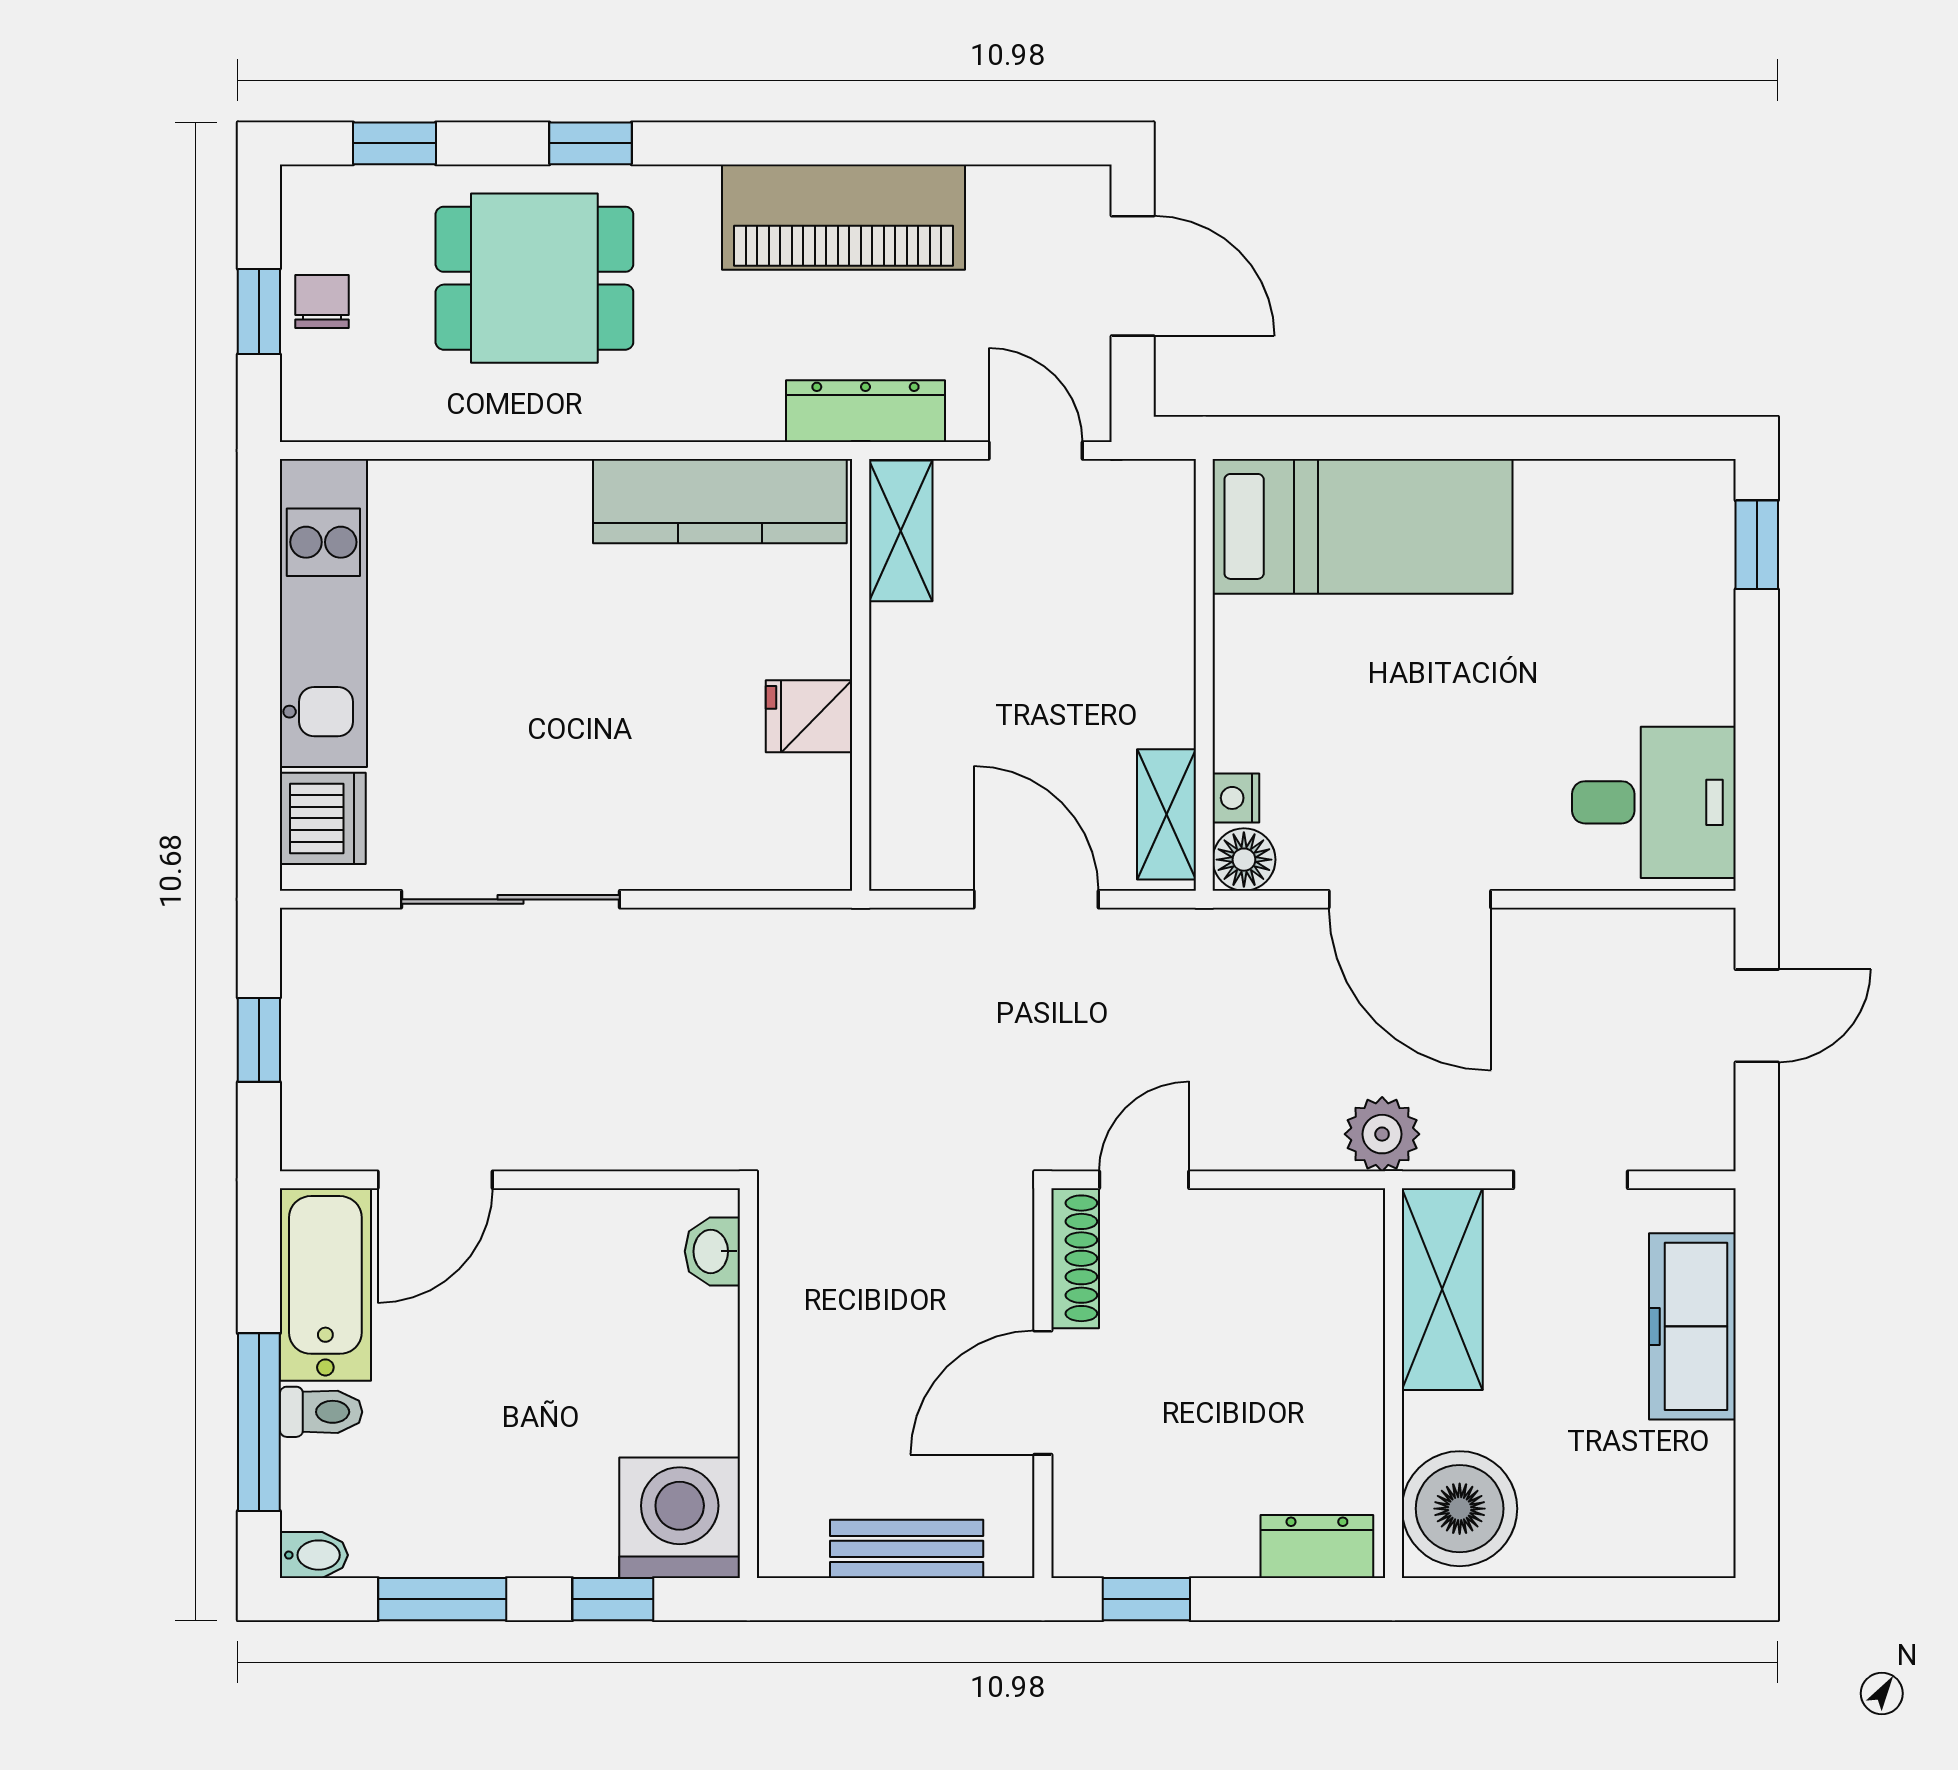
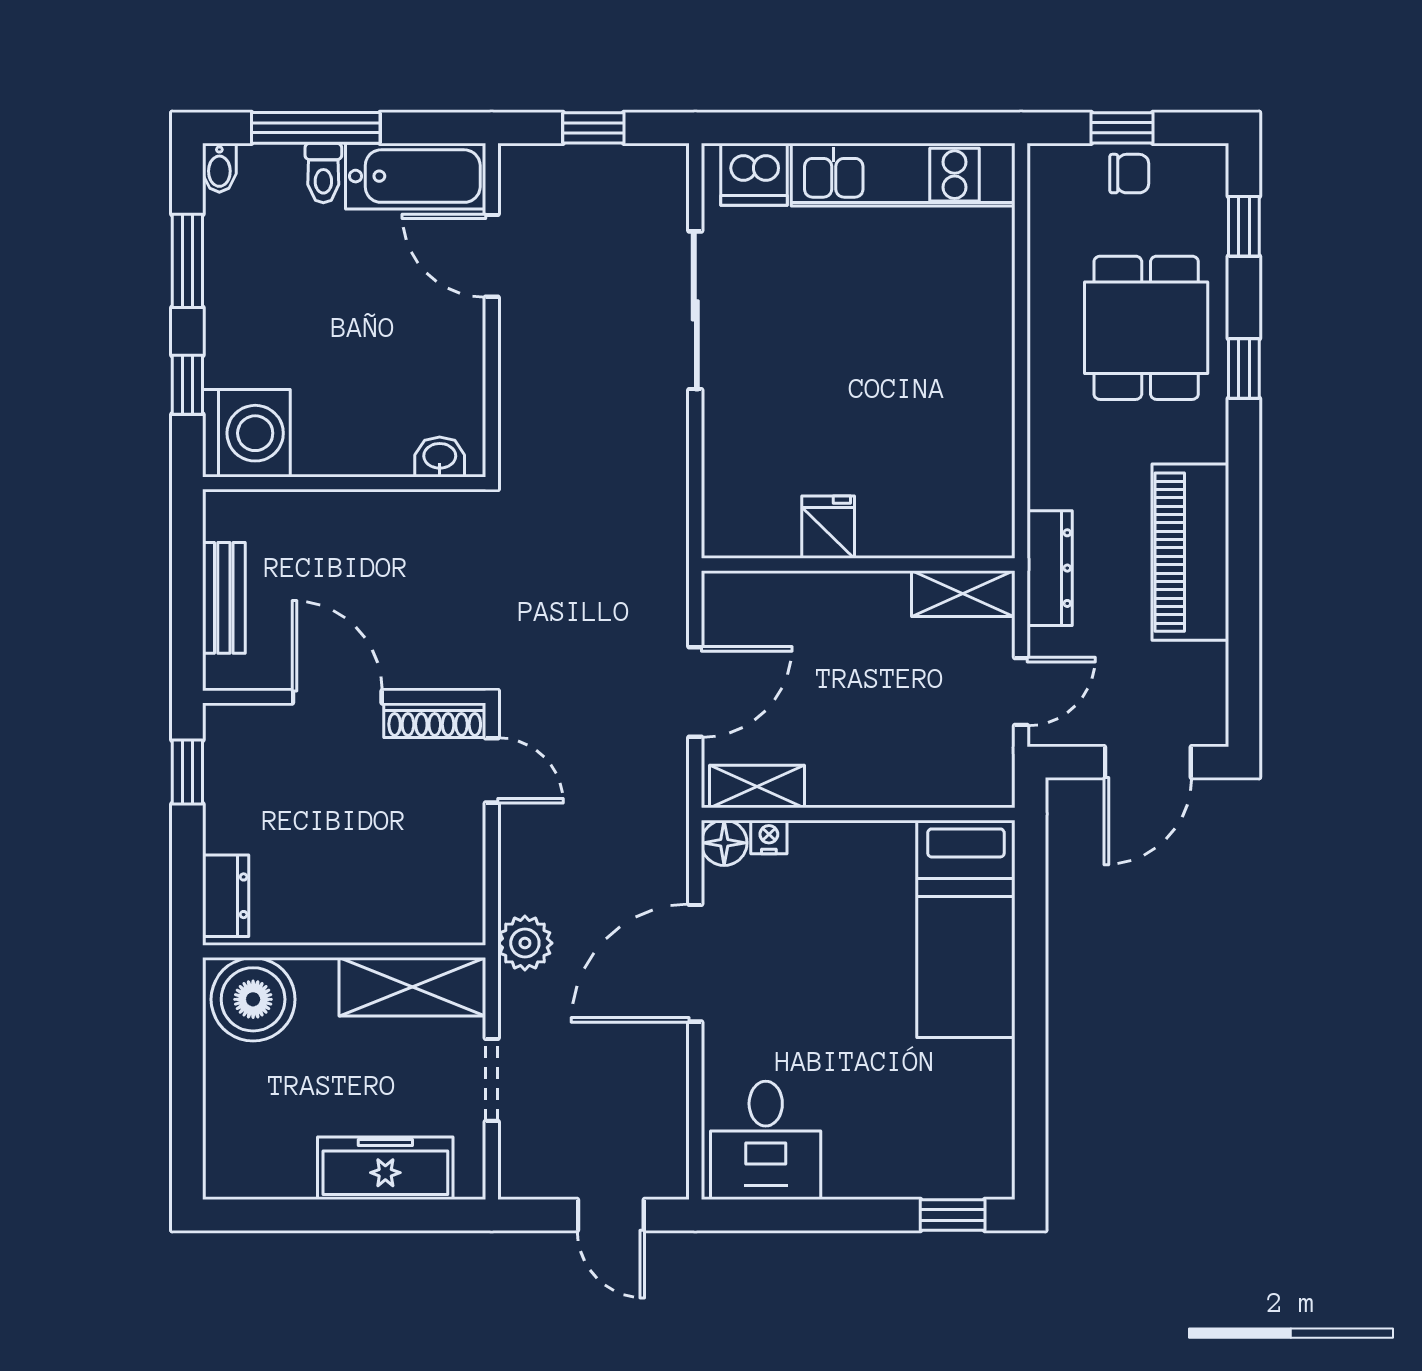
kitchen counter: (720, 501) -> (984, 462), removed

